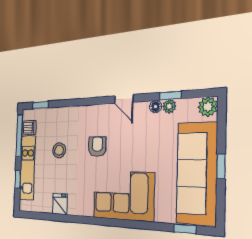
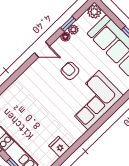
armchair: (97, 147) -> (70, 71), moved
stool: (59, 150) -> (27, 118), removed

